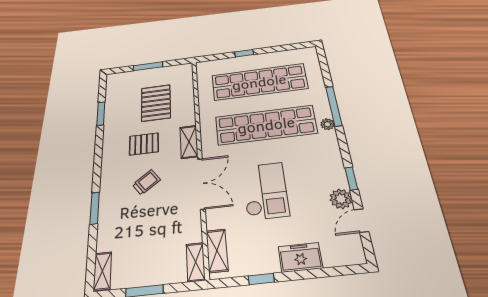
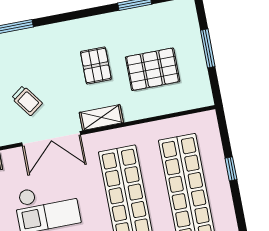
trolley: (146, 182) -> (27, 101), moved

